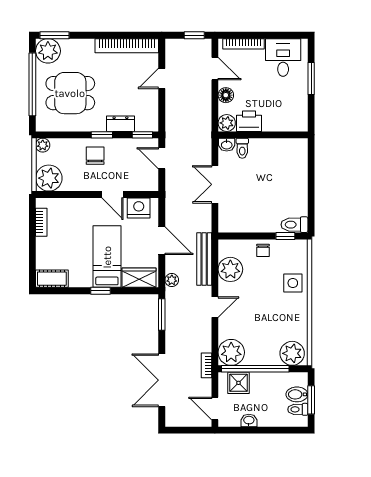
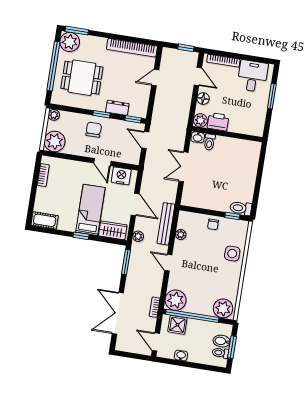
plant: (230, 269) -> (181, 235), width x0.53, depth x0.53
door: (215, 307) -> (168, 263), swing flipped

